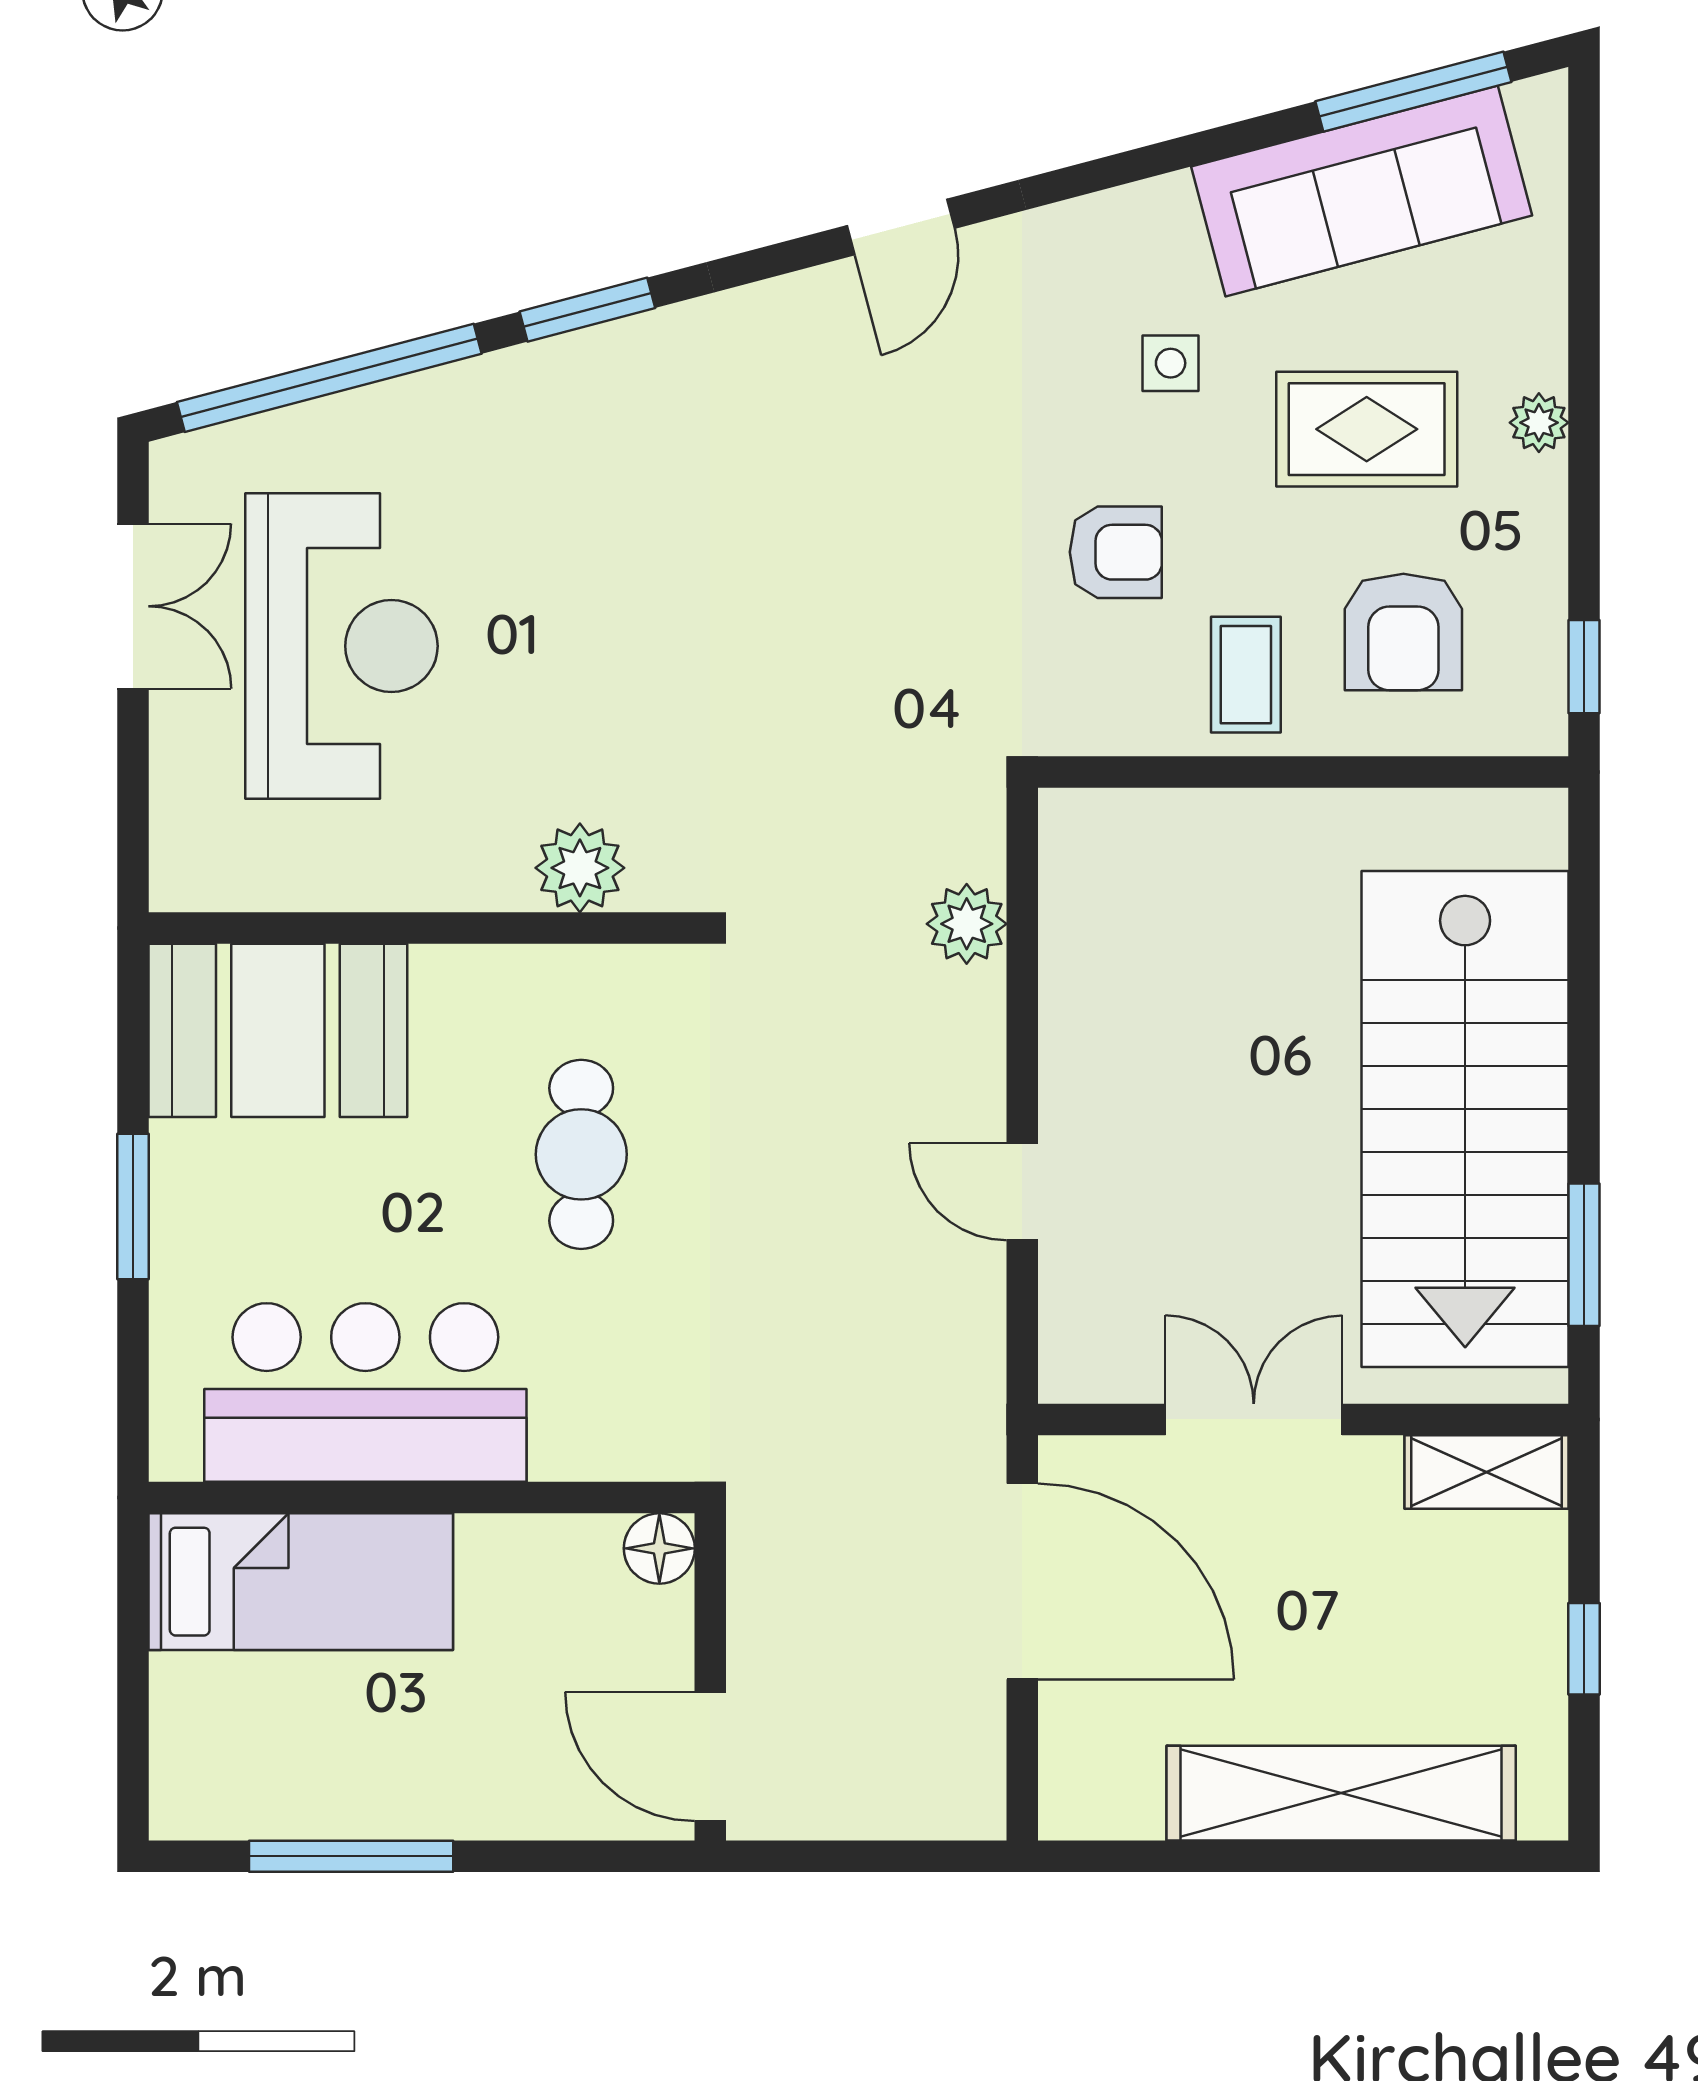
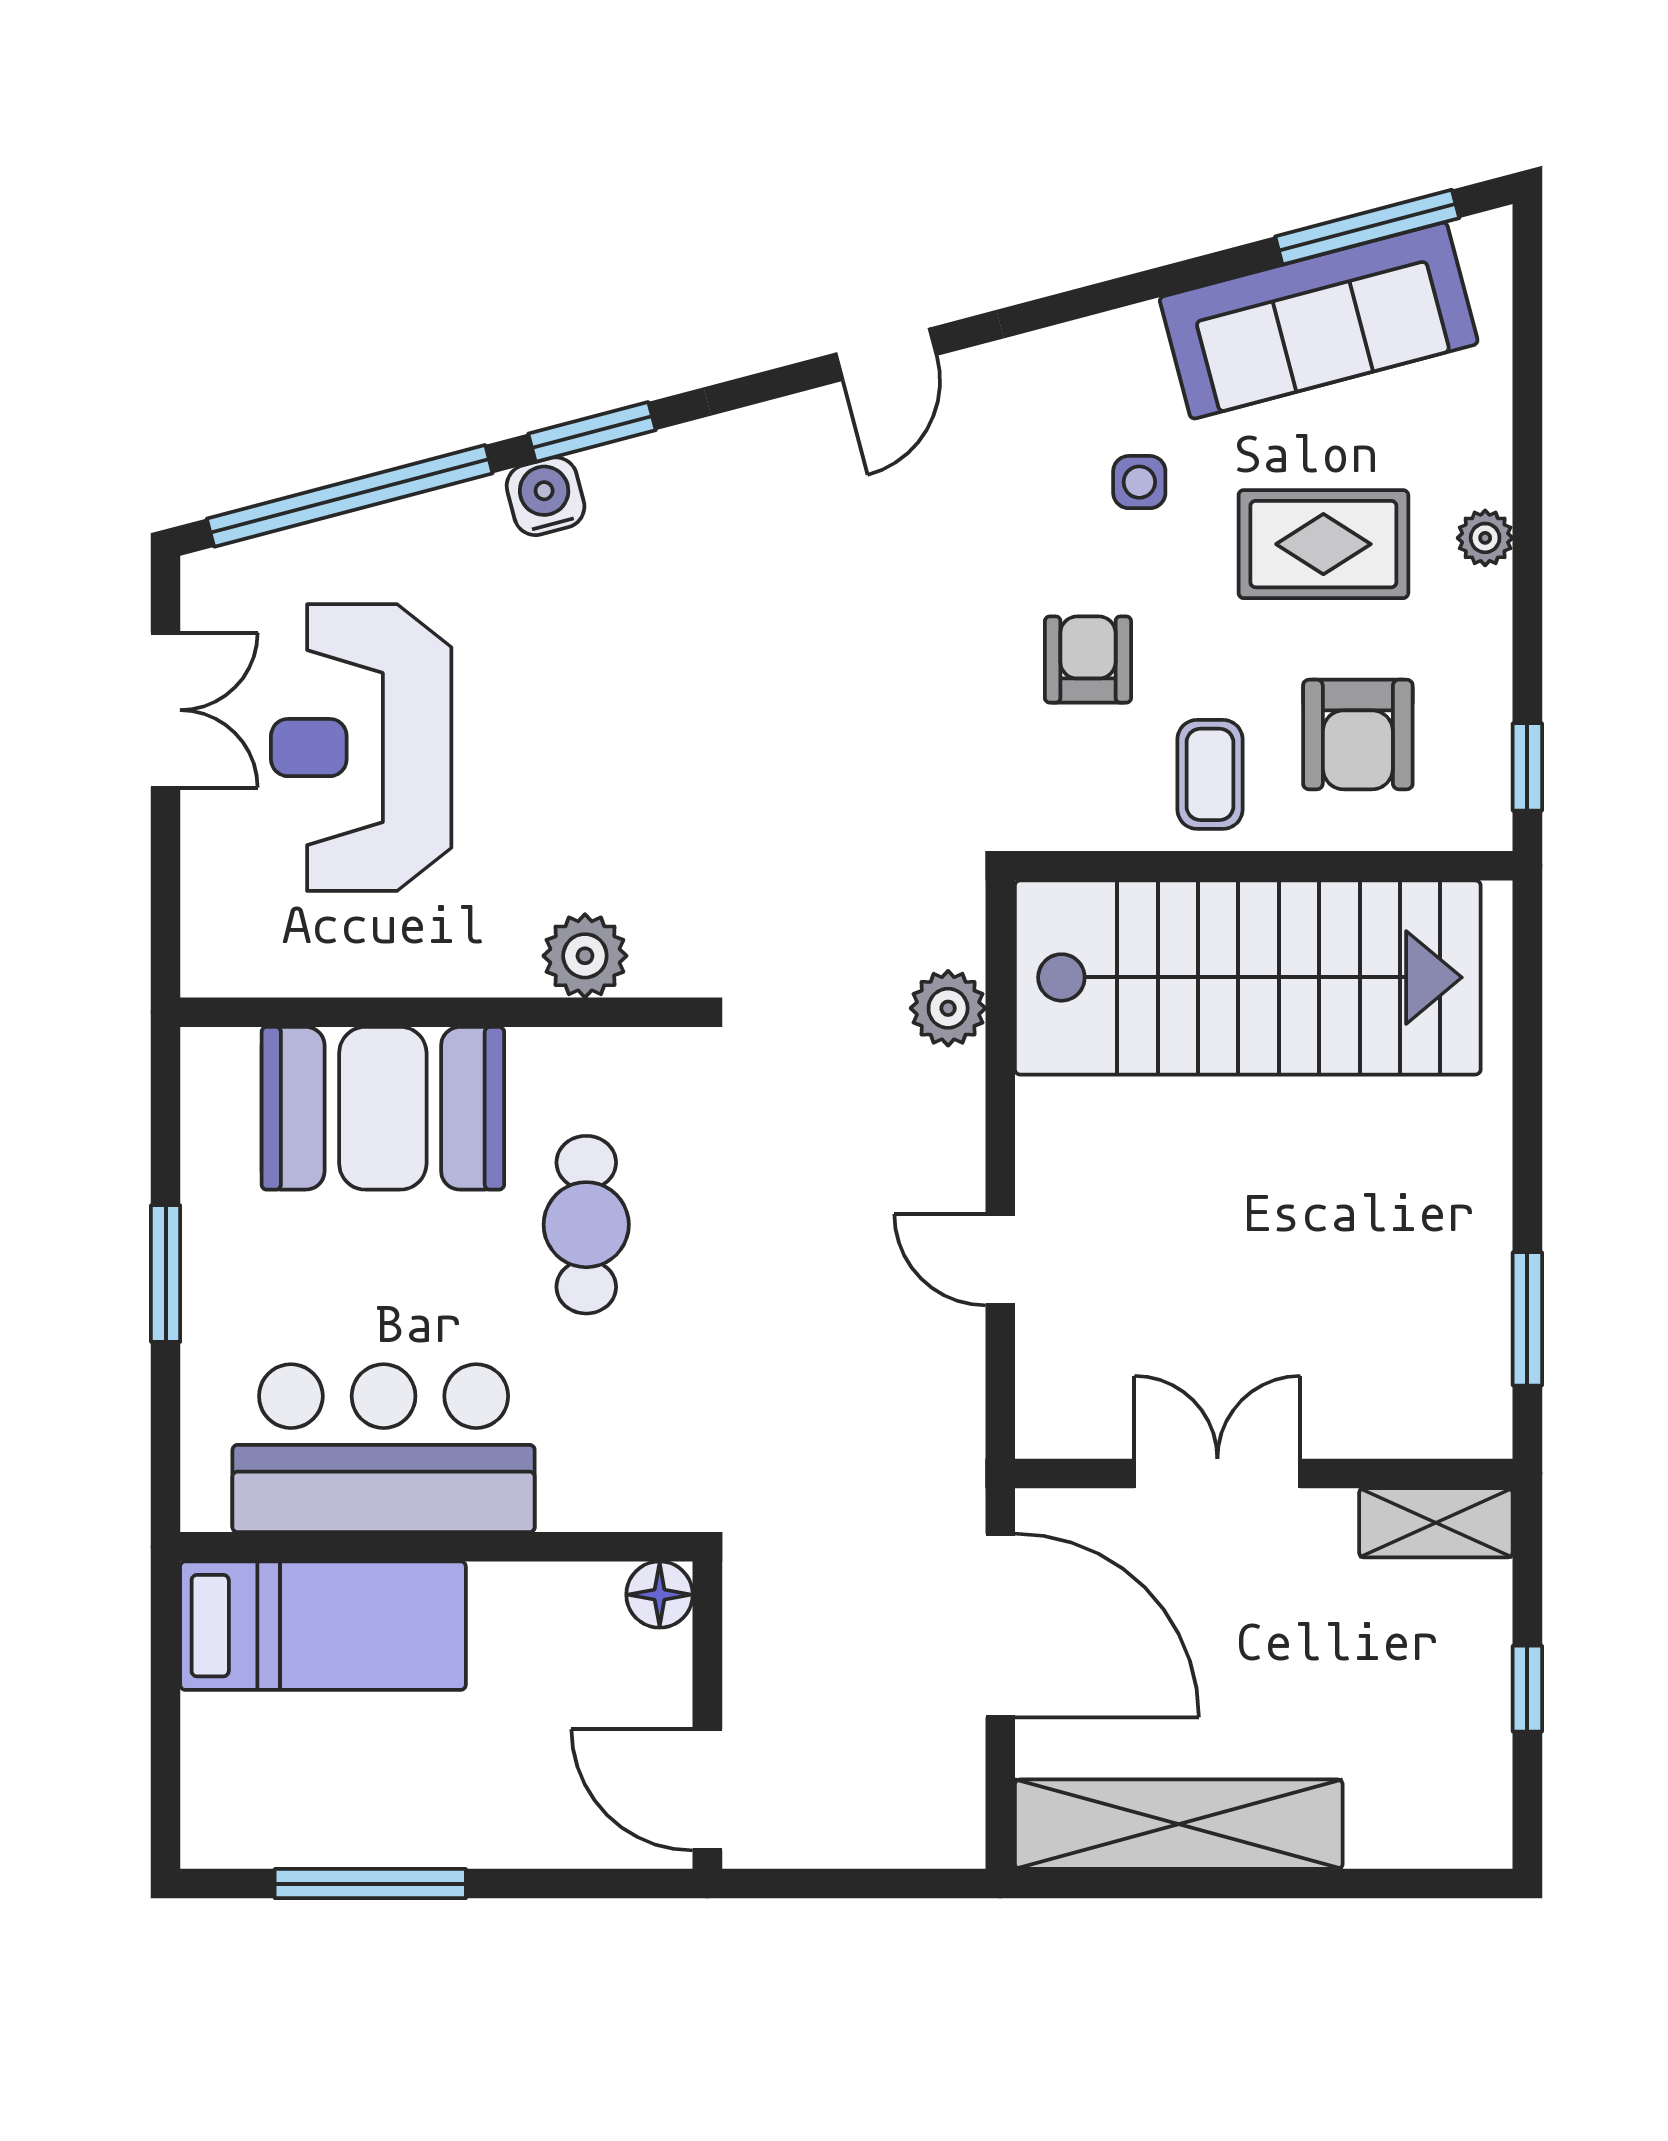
water cooler: (538, 378) -> (546, 496), added
armchair: (1116, 552) -> (1088, 660), turned -90
reception desk: (341, 646) -> (361, 748), turned 180
booth: (278, 1030) -> (383, 1108), moved
stairs: (1465, 1119) -> (1248, 977), moved, turned -90
shelving: (1341, 1793) -> (1179, 1824), moved

